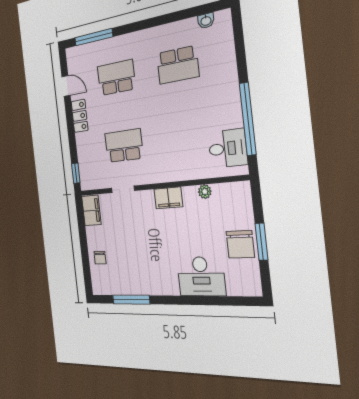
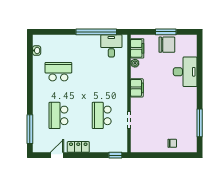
school desk: (178, 65) -> (58, 72), turned -90
filing cabinet: (91, 210) -> (137, 48), moved, turned 90

